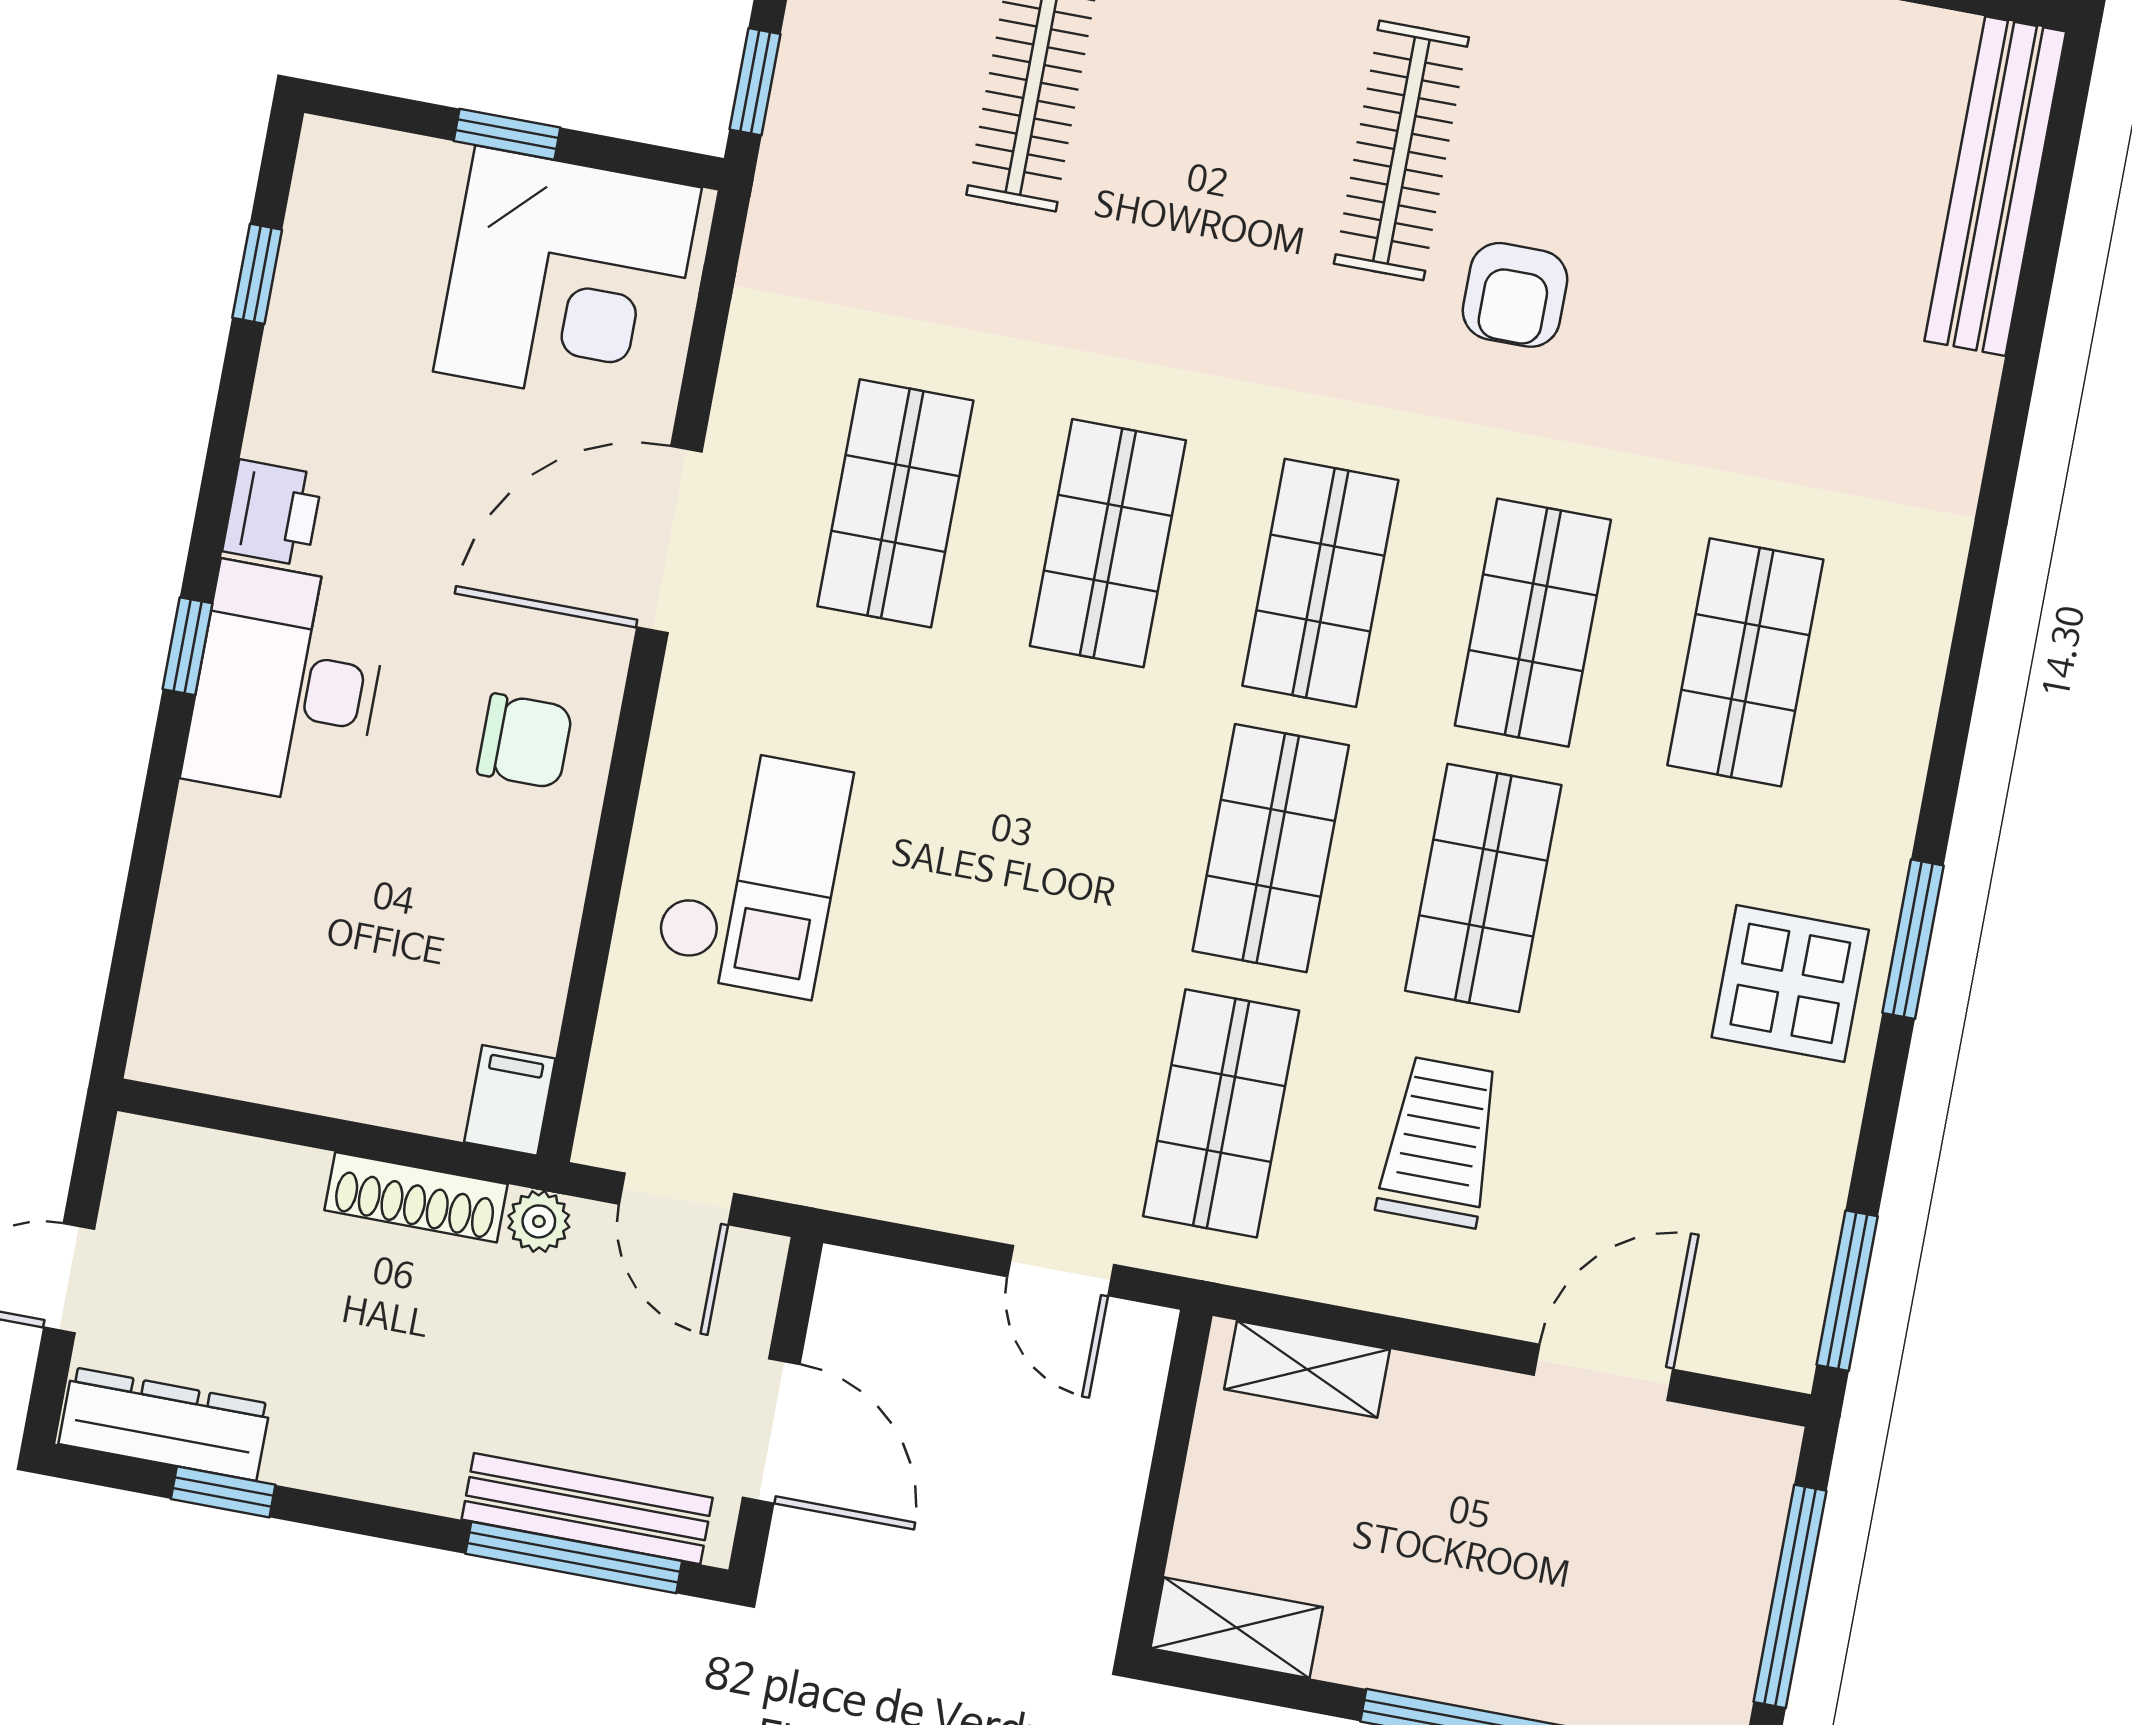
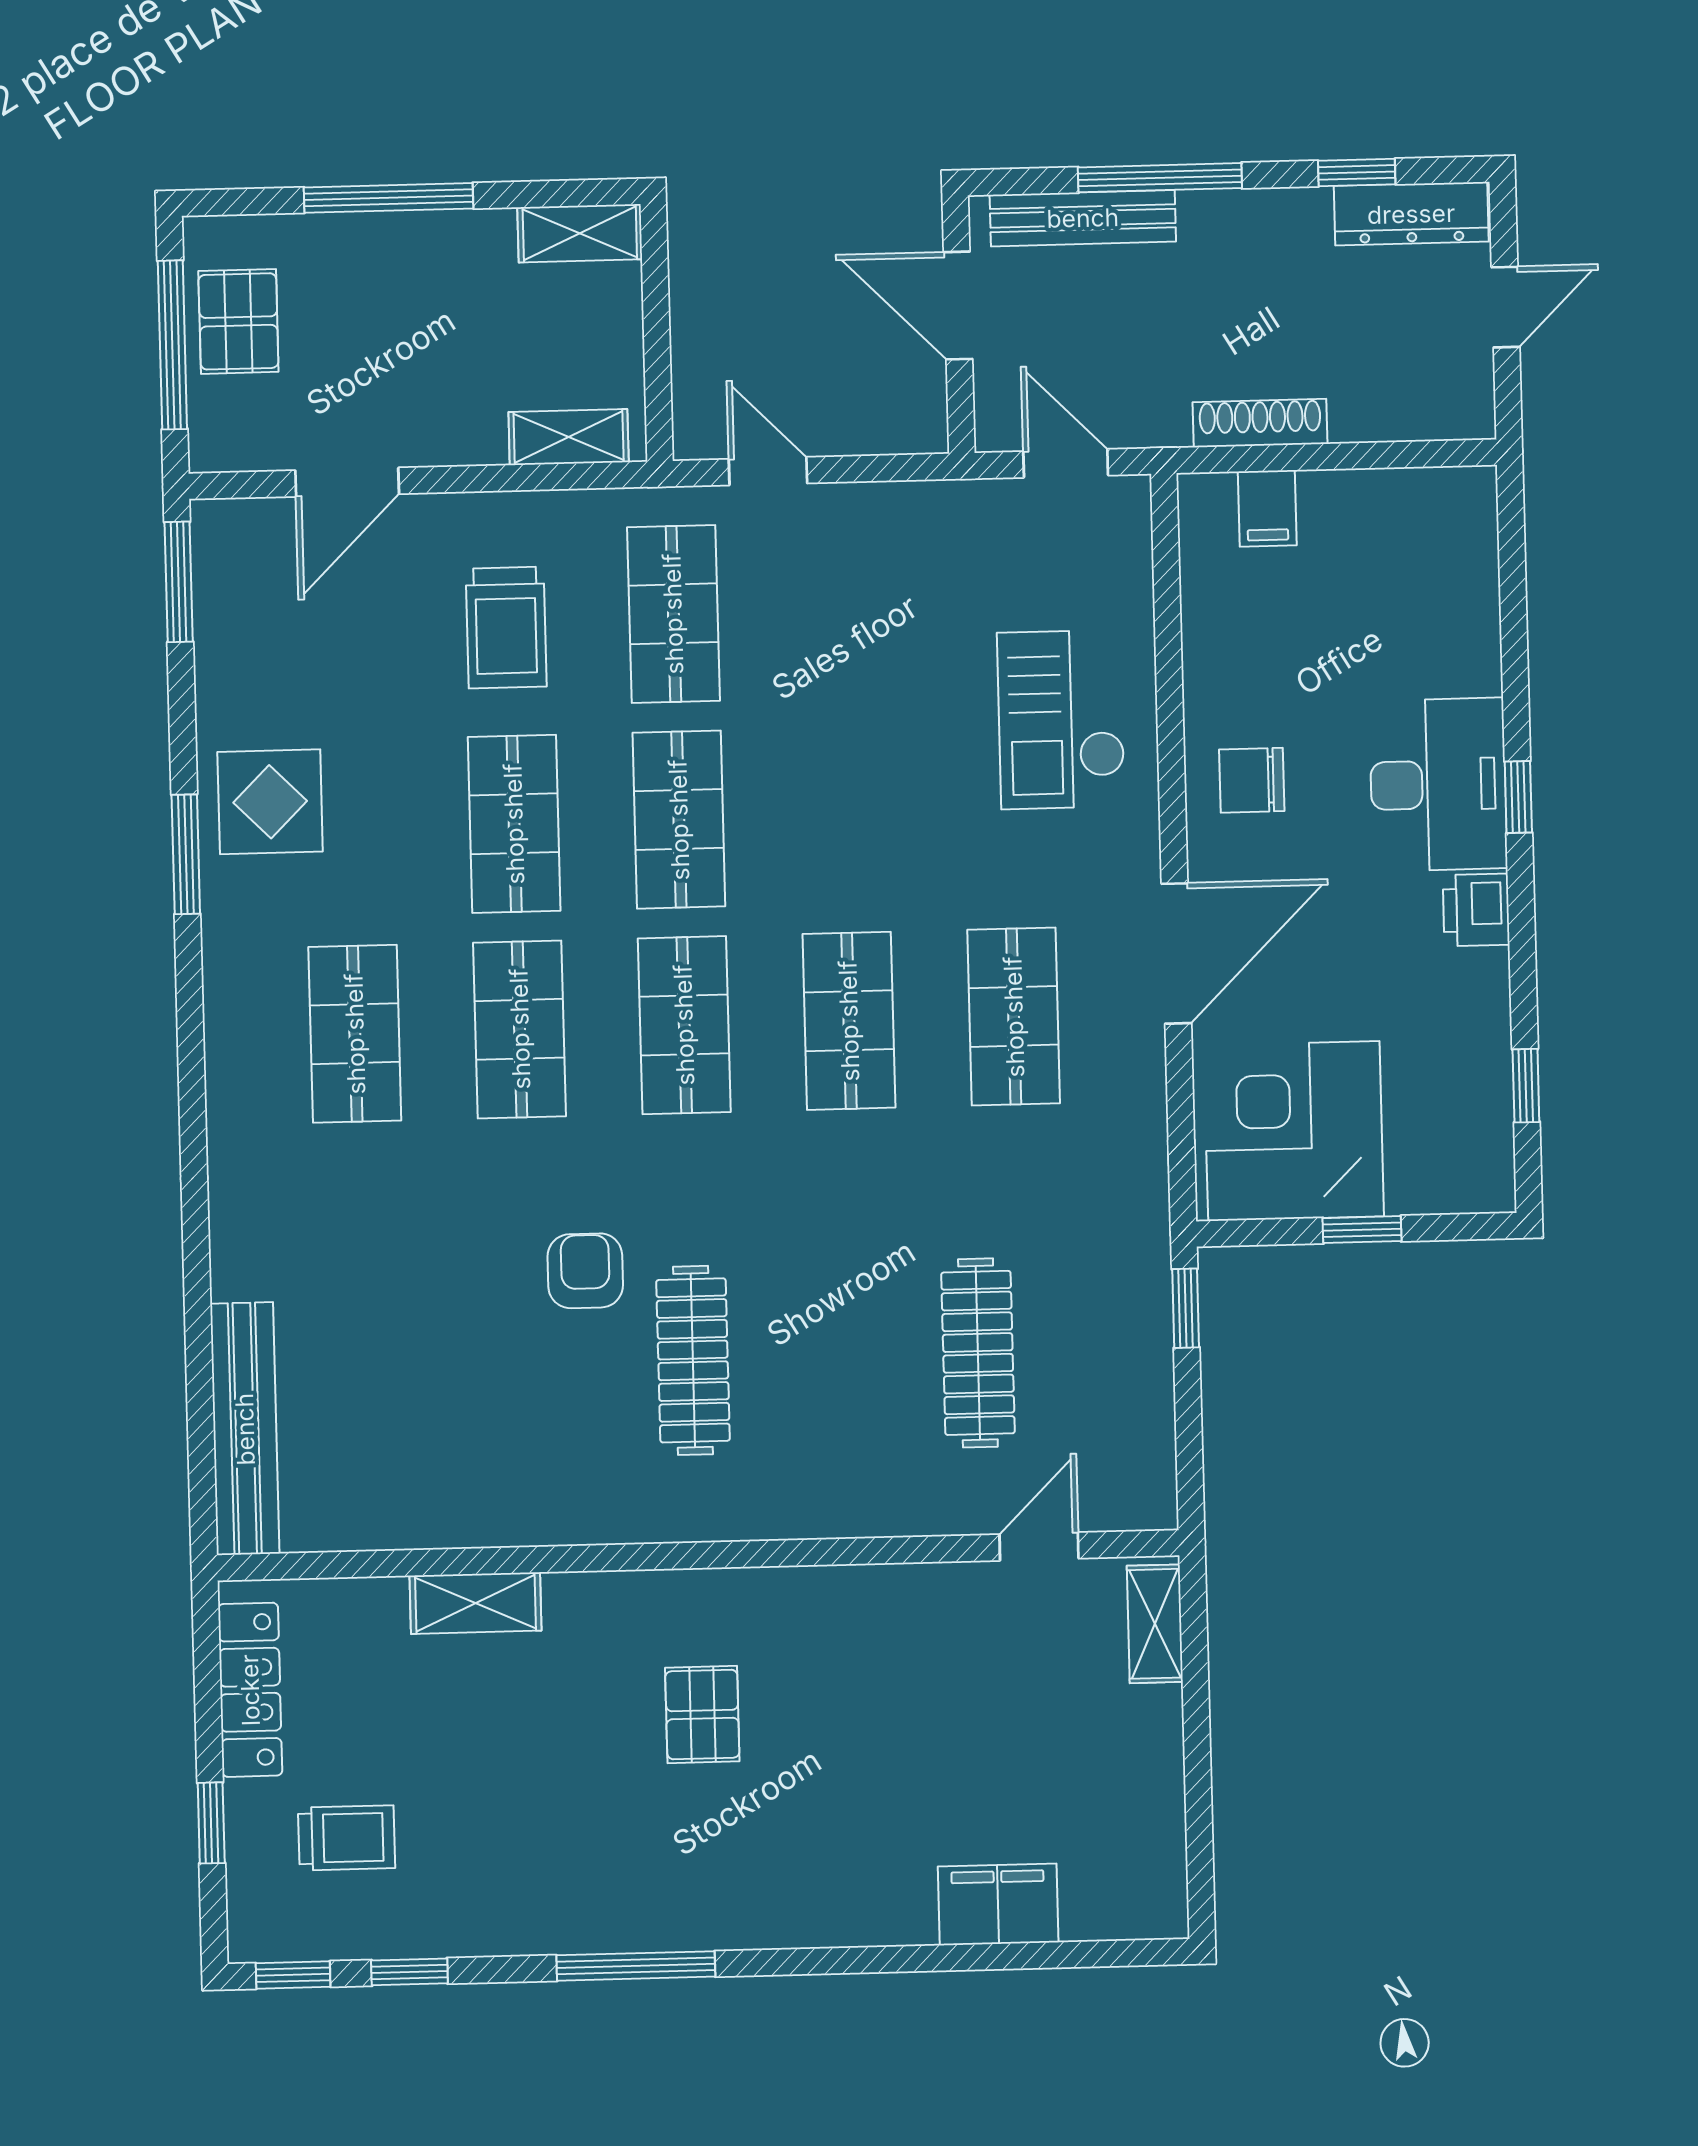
filing cabinet: (510, 1100) -> (1267, 508), moved
plant: (539, 1221) -> (1165, 424), removed
window: (574, 1557) -> (1160, 178), moved
pallet: (1699, 1608) -> (238, 321), added

